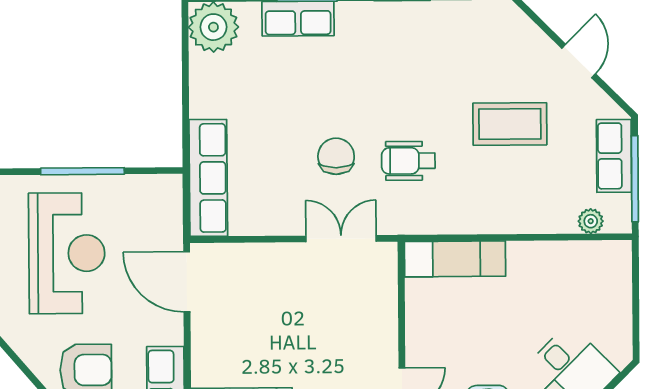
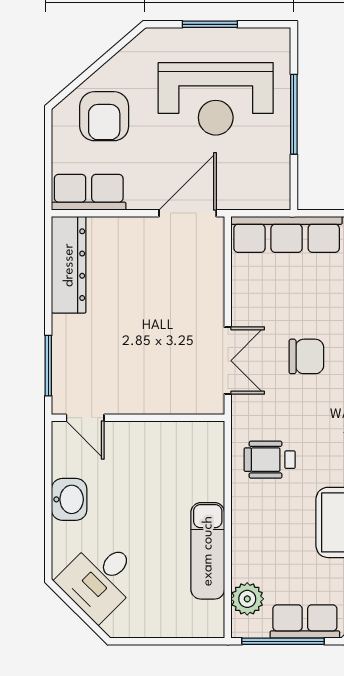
wheelchair: (408, 161) -> (270, 460), moved, turned -90
plant: (591, 221) -> (247, 599), width x1.38, depth x1.38
exam couch: (455, 259) -> (208, 551), moved

